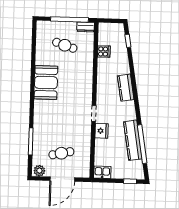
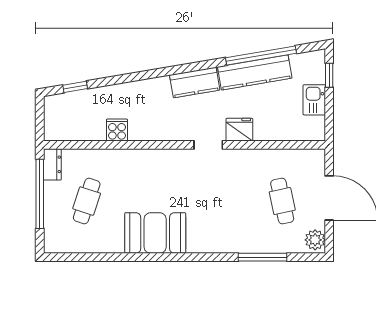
cooker: (104, 52) -> (117, 130), moved
kitchen counter: (126, 88) -> (195, 82), moved
kitchen sink: (102, 172) -> (314, 100), moved

